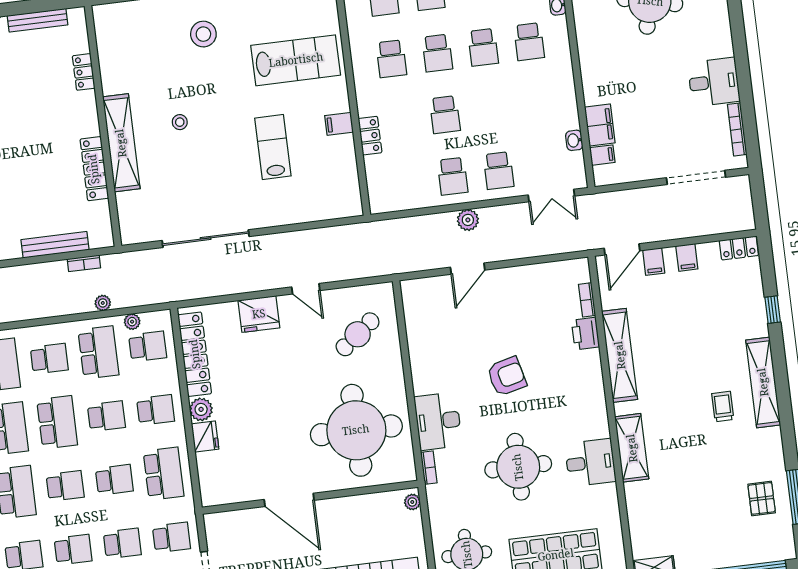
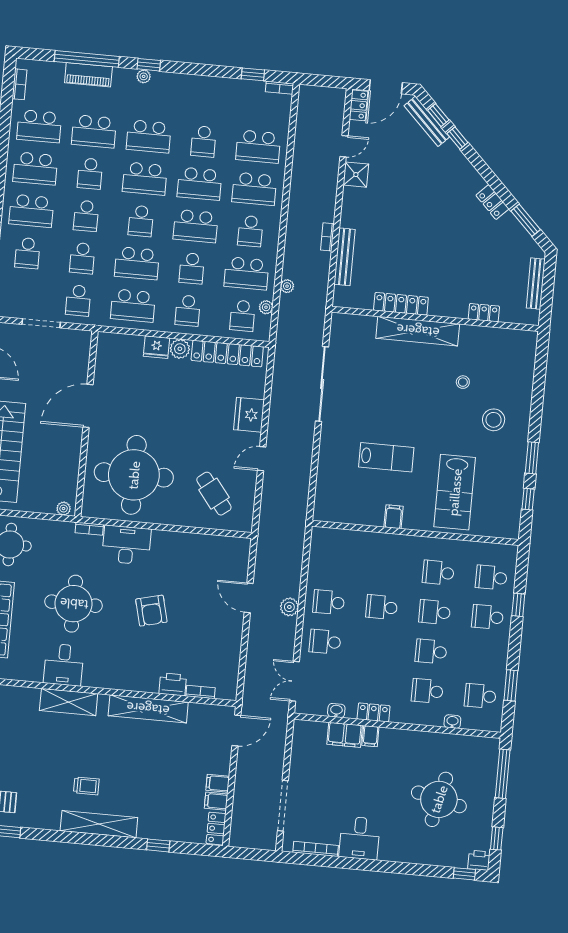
stool: (180, 122) -> (463, 382), moved
locker: (370, 136) -> (374, 712), moved, turned 180
filing cabinet: (602, 155) -> (370, 736), moved
door: (622, 249) -> (236, 731), swing flipped
filing cabinet: (654, 261) -> (216, 801), moved
bookcase: (84, 263) -> (327, 237), moved
school desk: (114, 480) -> (137, 263), width x1.85

